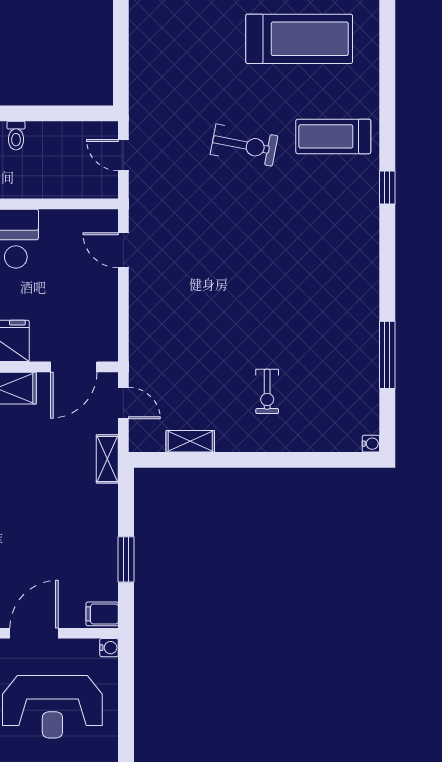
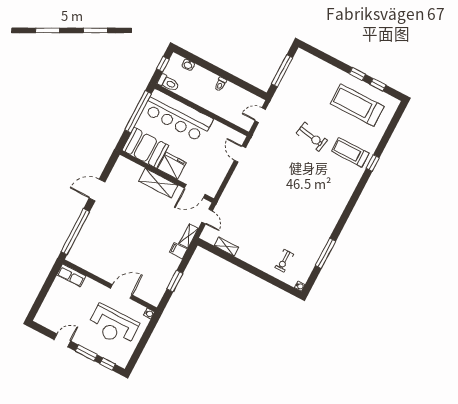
treadmill: (299, 39) -> (357, 105), turned 180
window: (121, 48) -> (282, 71), added
door: (123, 155) -> (260, 115), hinge flipped
window: (387, 187) -> (373, 163), moved
exercise bike: (267, 391) -> (284, 261), moved
filing cabinet: (102, 614) -> (178, 251), moved

